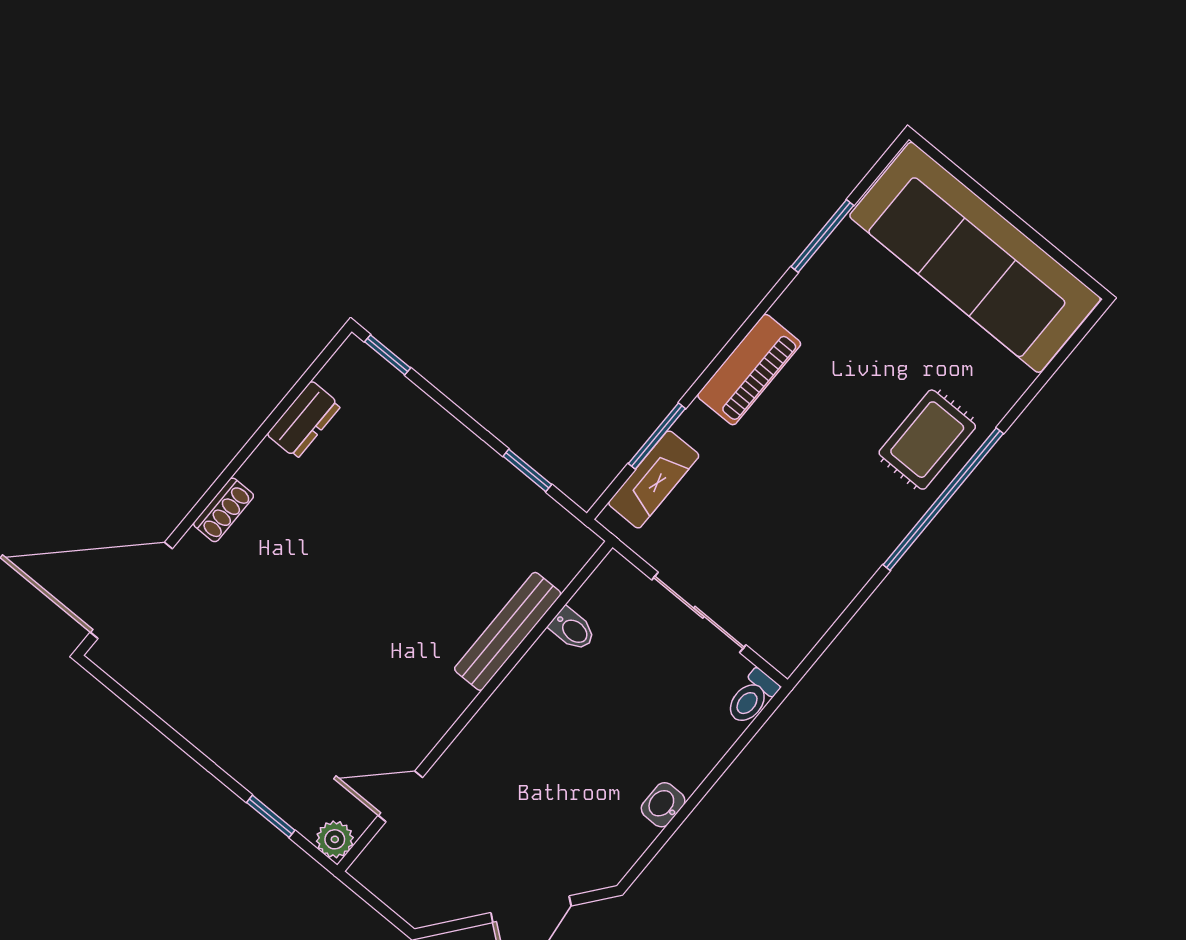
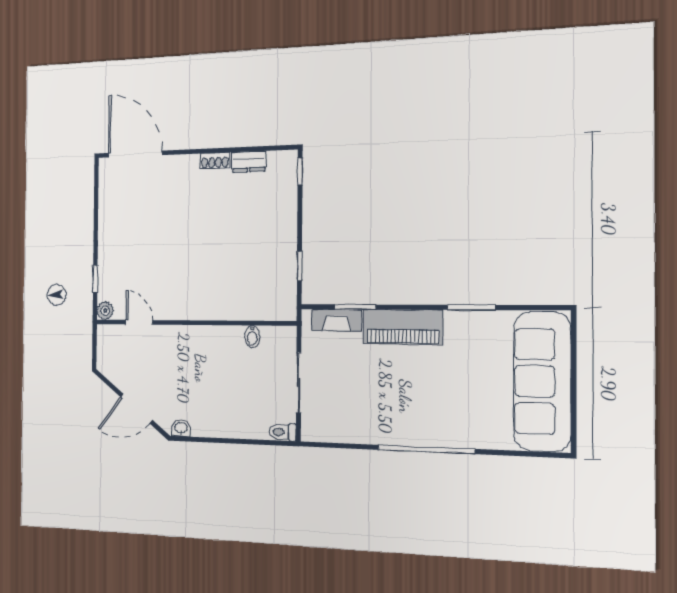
window: (822, 236) -> (471, 307), moved
piano: (749, 370) -> (403, 327), width x1.37, depth x1.33
rug: (927, 440) -> (446, 423), removed
shoe rack: (224, 510) -> (215, 161), moved
bench: (508, 631) -> (232, 311), removed
washbasin: (663, 805) -> (181, 428), moved

